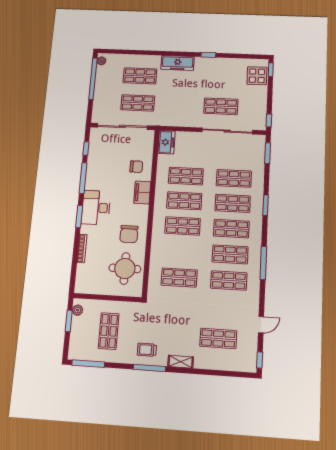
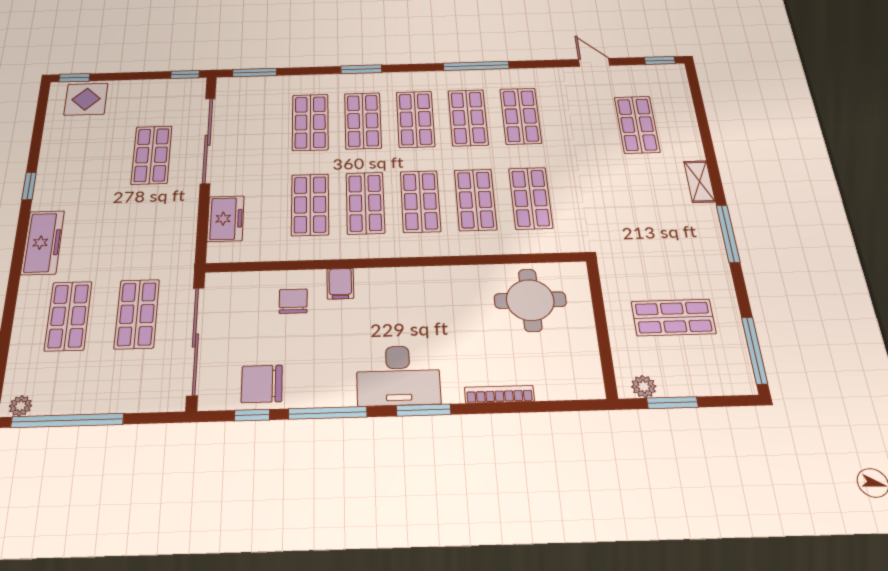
freezer: (166, 142) -> (226, 219), moved, turned 90
filing cabinet: (142, 192) -> (340, 284), width x0.50
chair: (129, 234) -> (262, 384), moved, turned 180
shop shelf: (181, 251) -> (475, 200), added
trolley: (147, 350) -> (693, 242), removed

